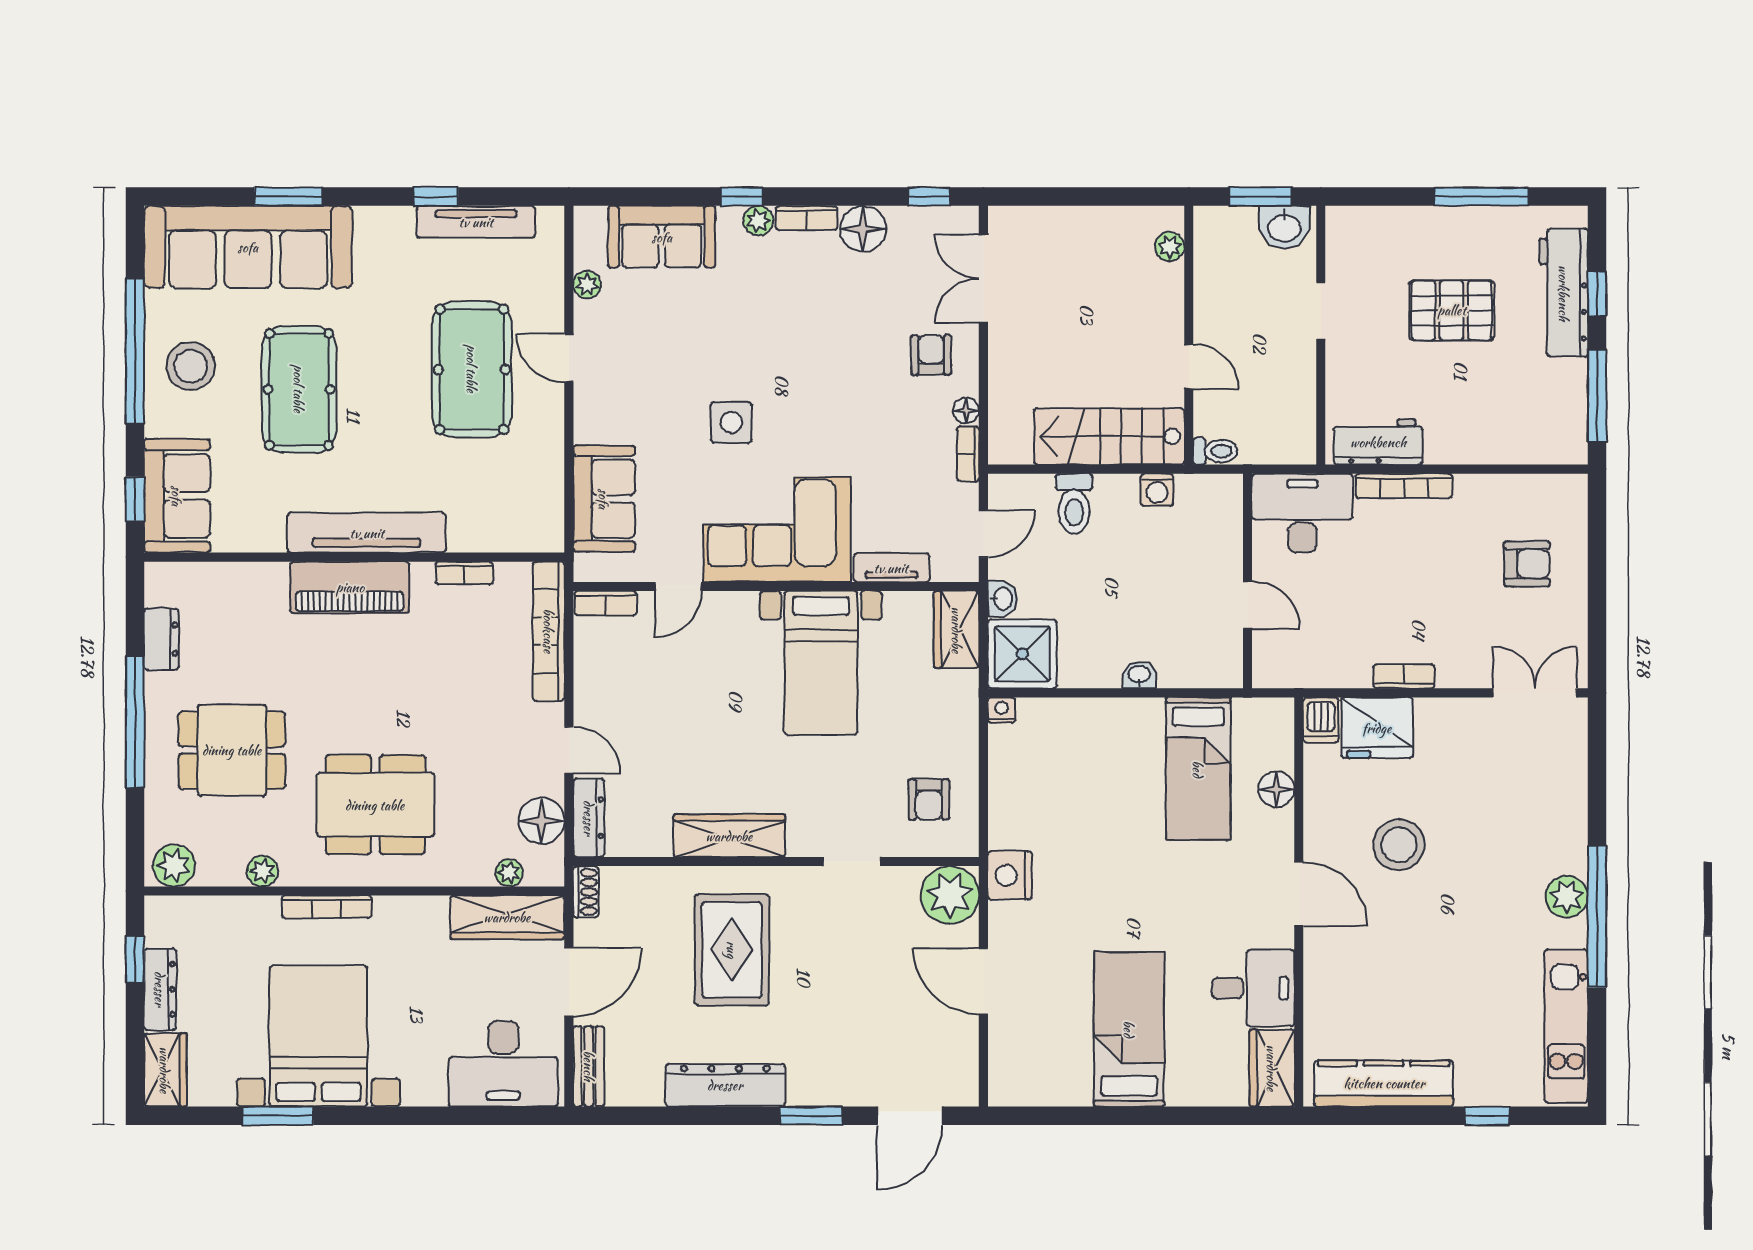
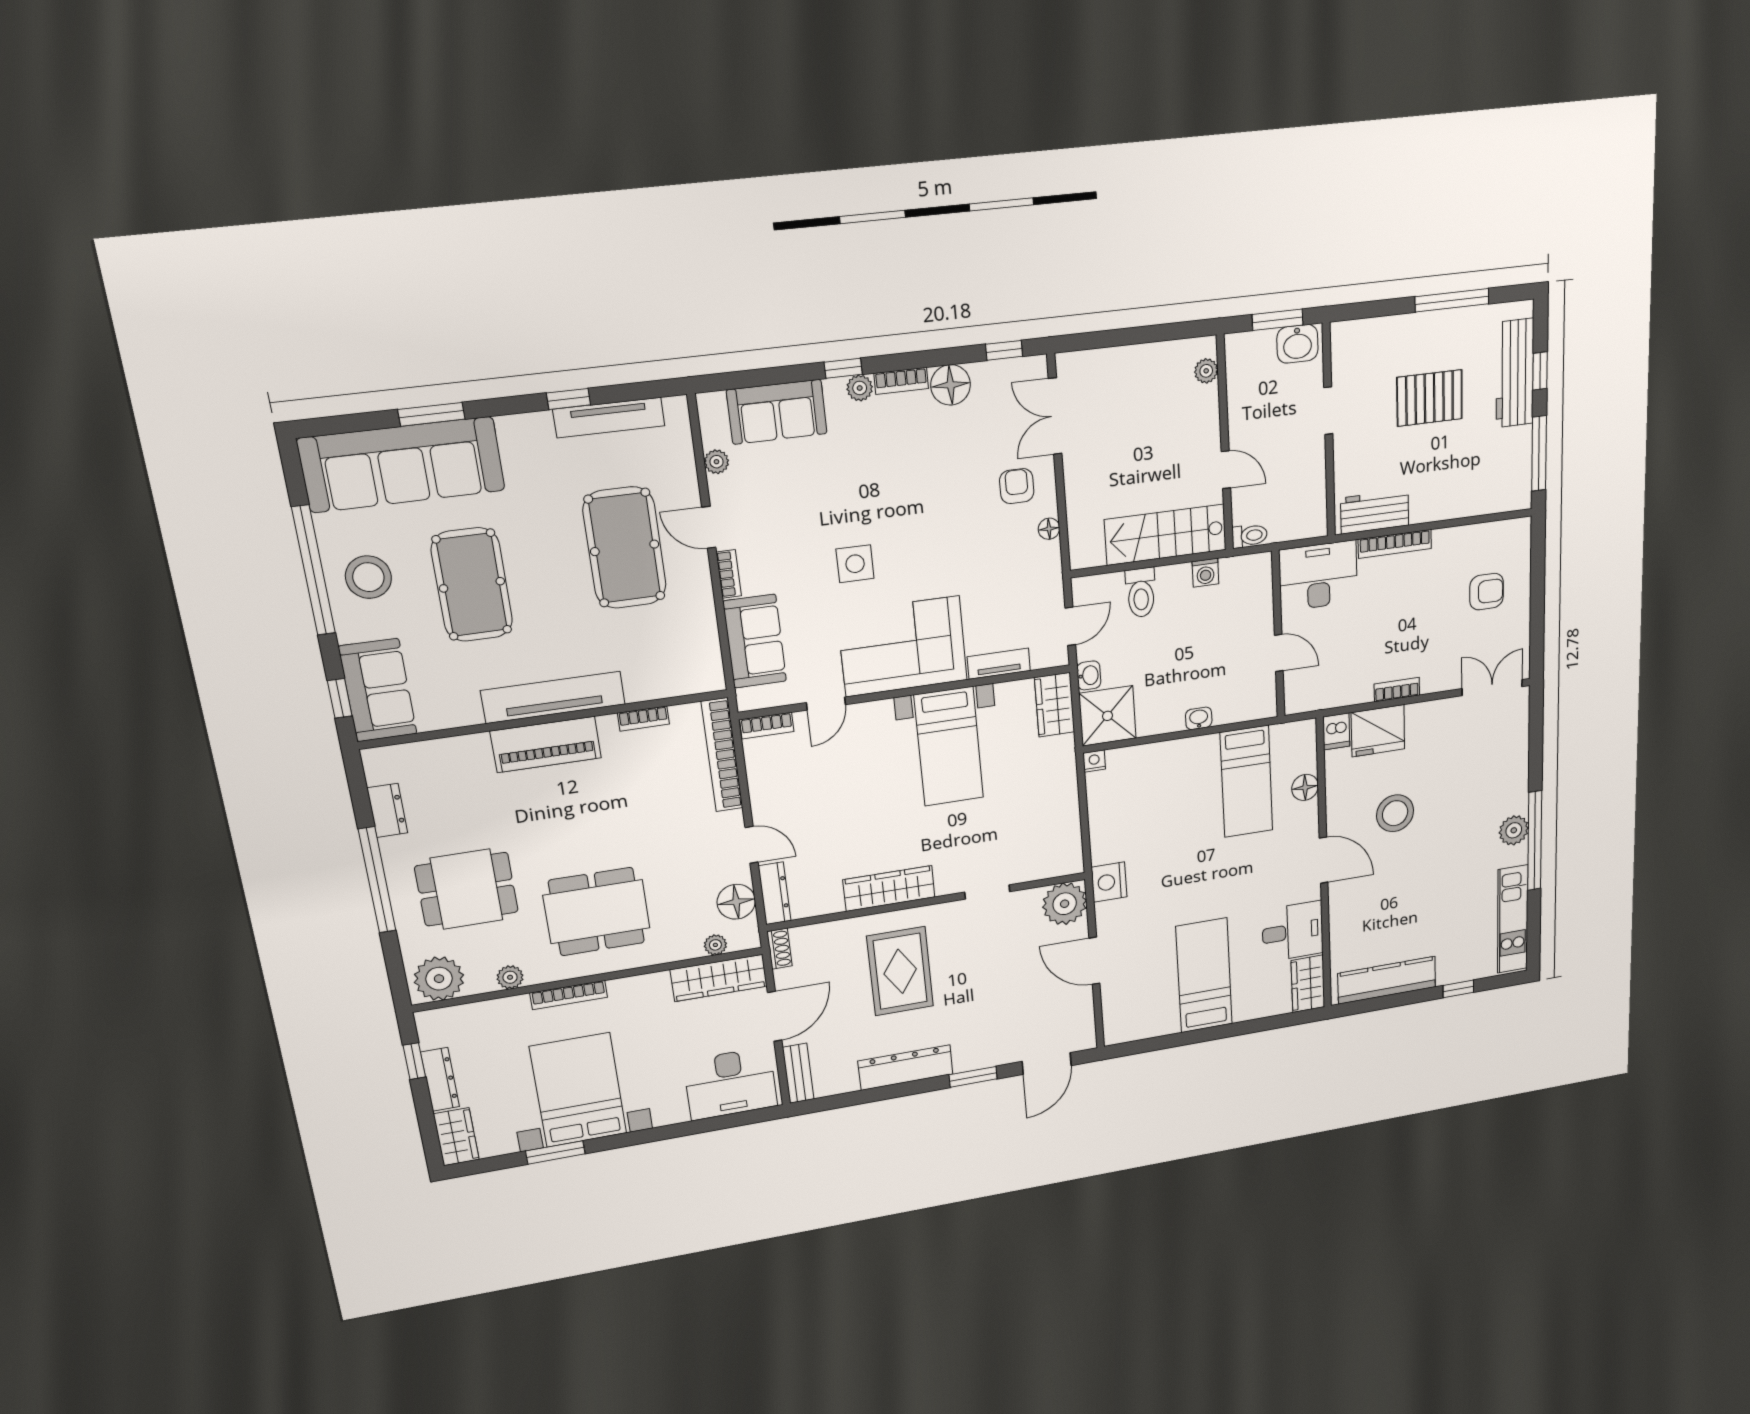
bookcase: (968, 454) -> (729, 574), moved, turned 180
armchair: (929, 800) -> (1043, 837), removed
plant: (174, 865) -> (439, 979), width x1.36, depth x1.36

